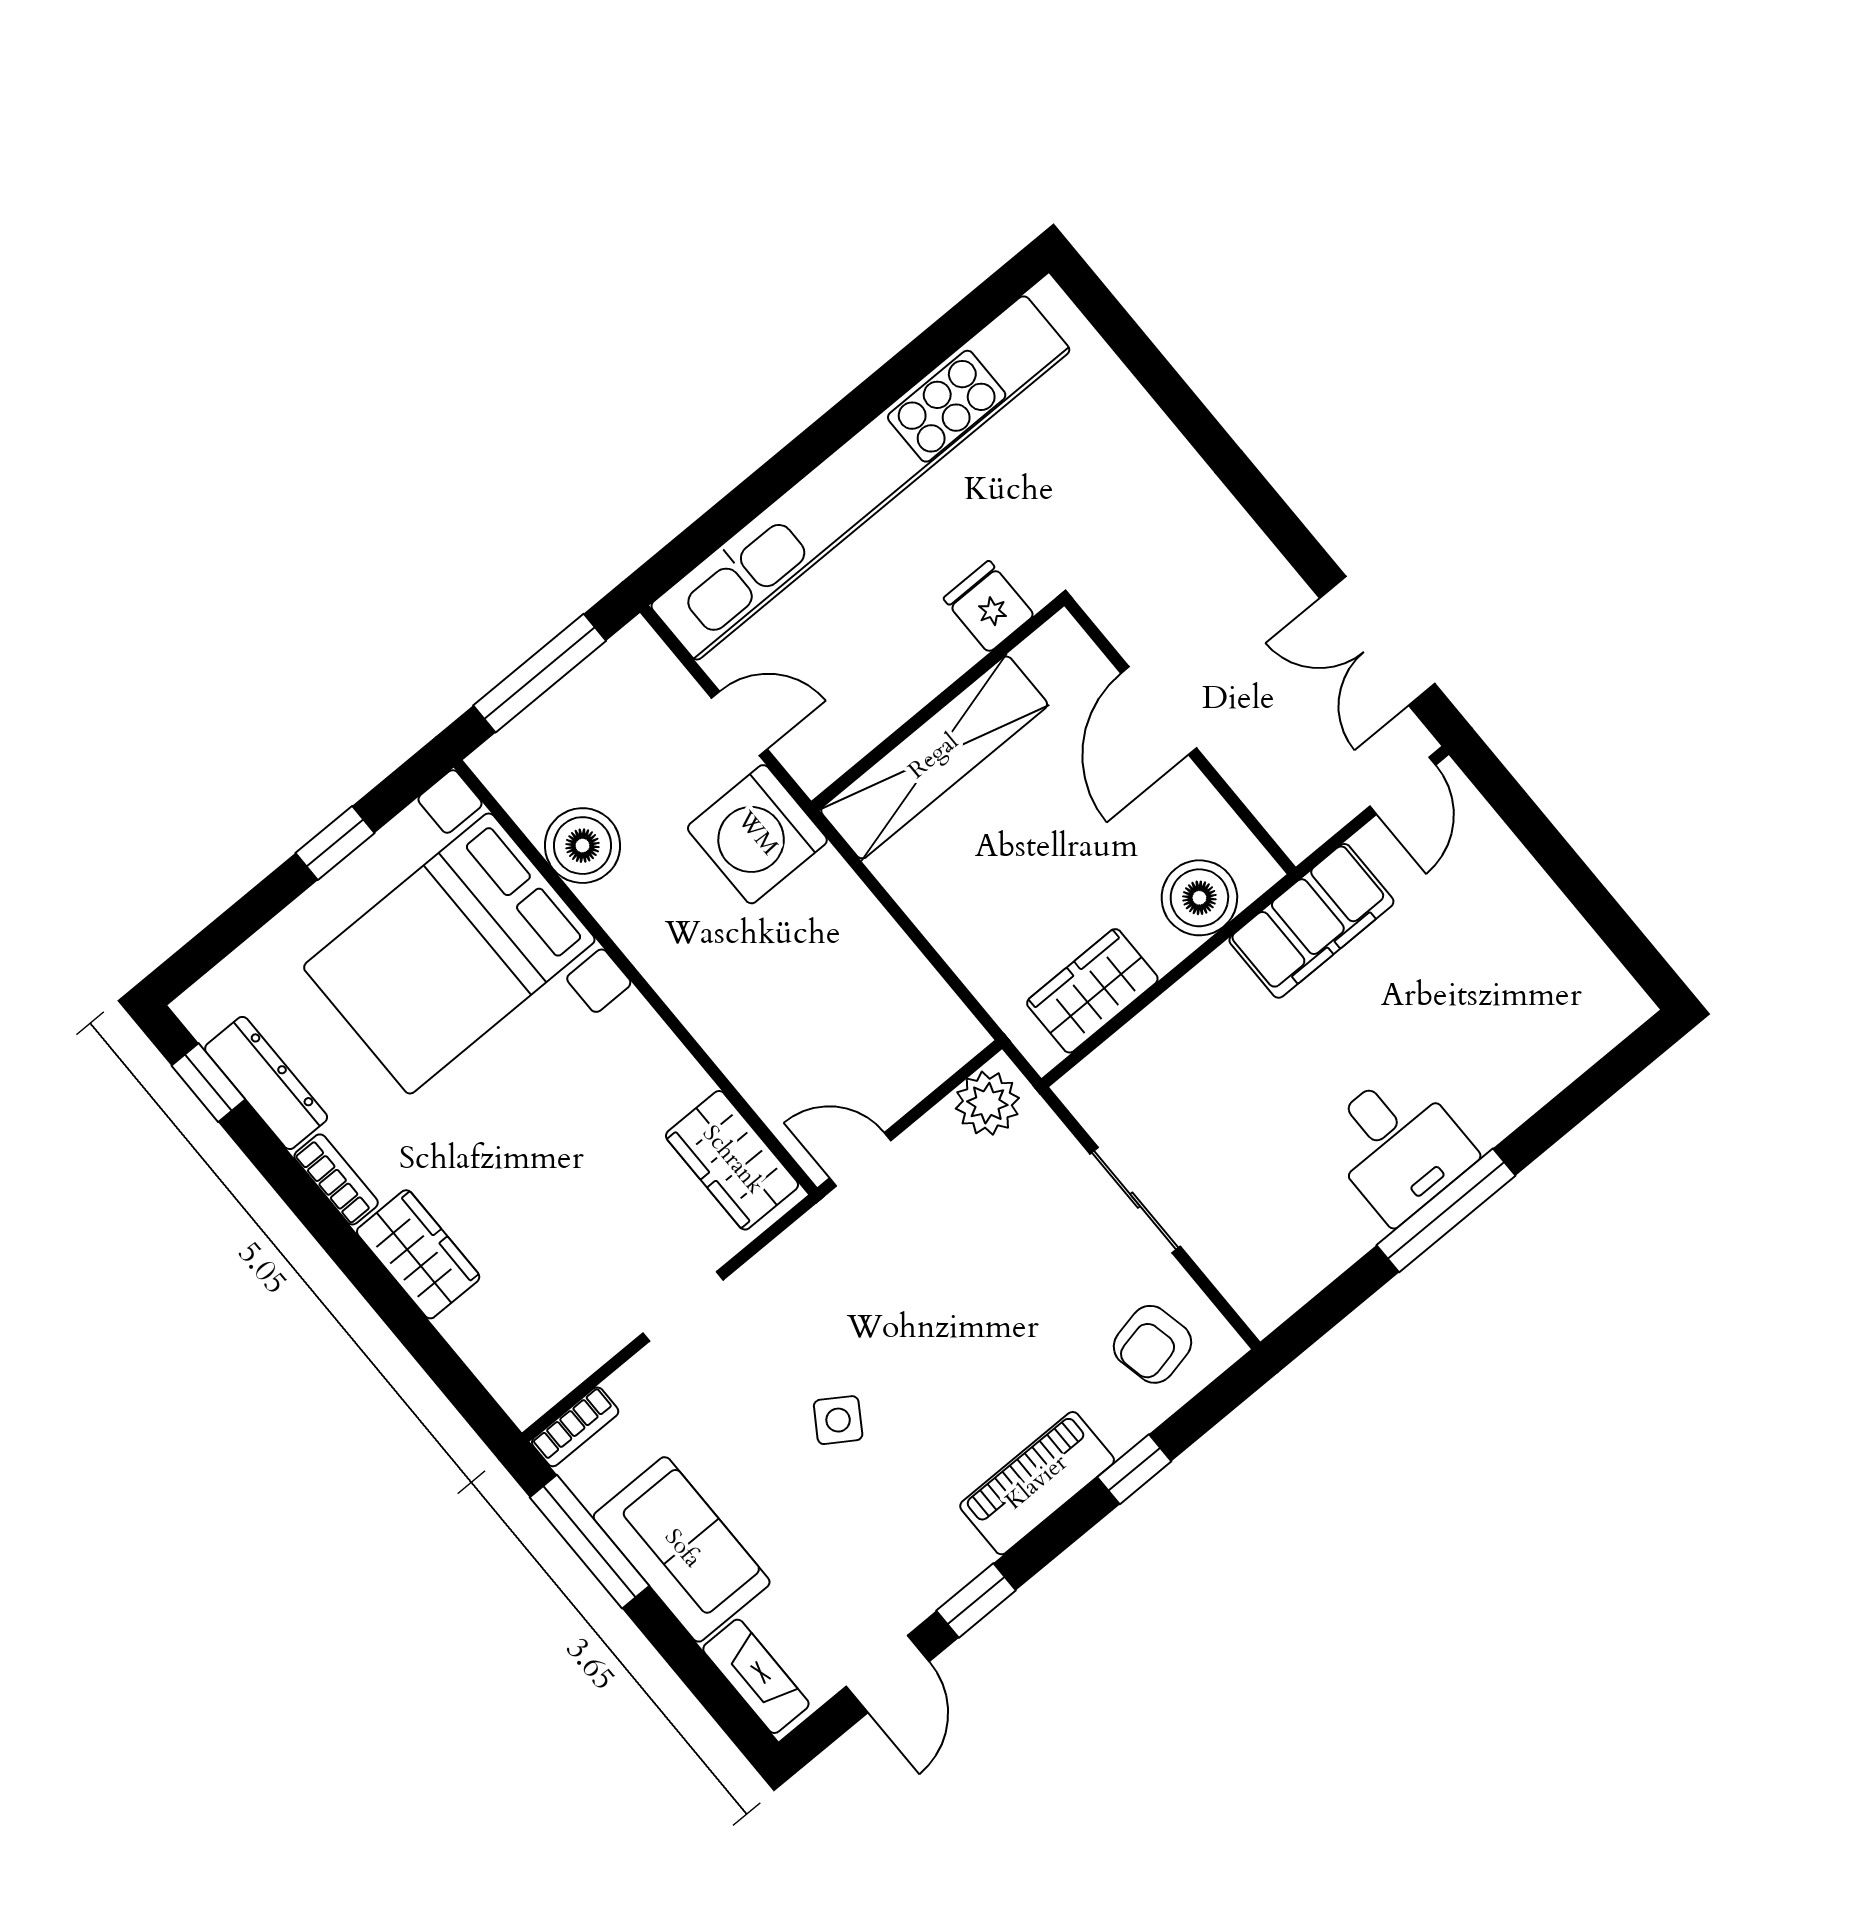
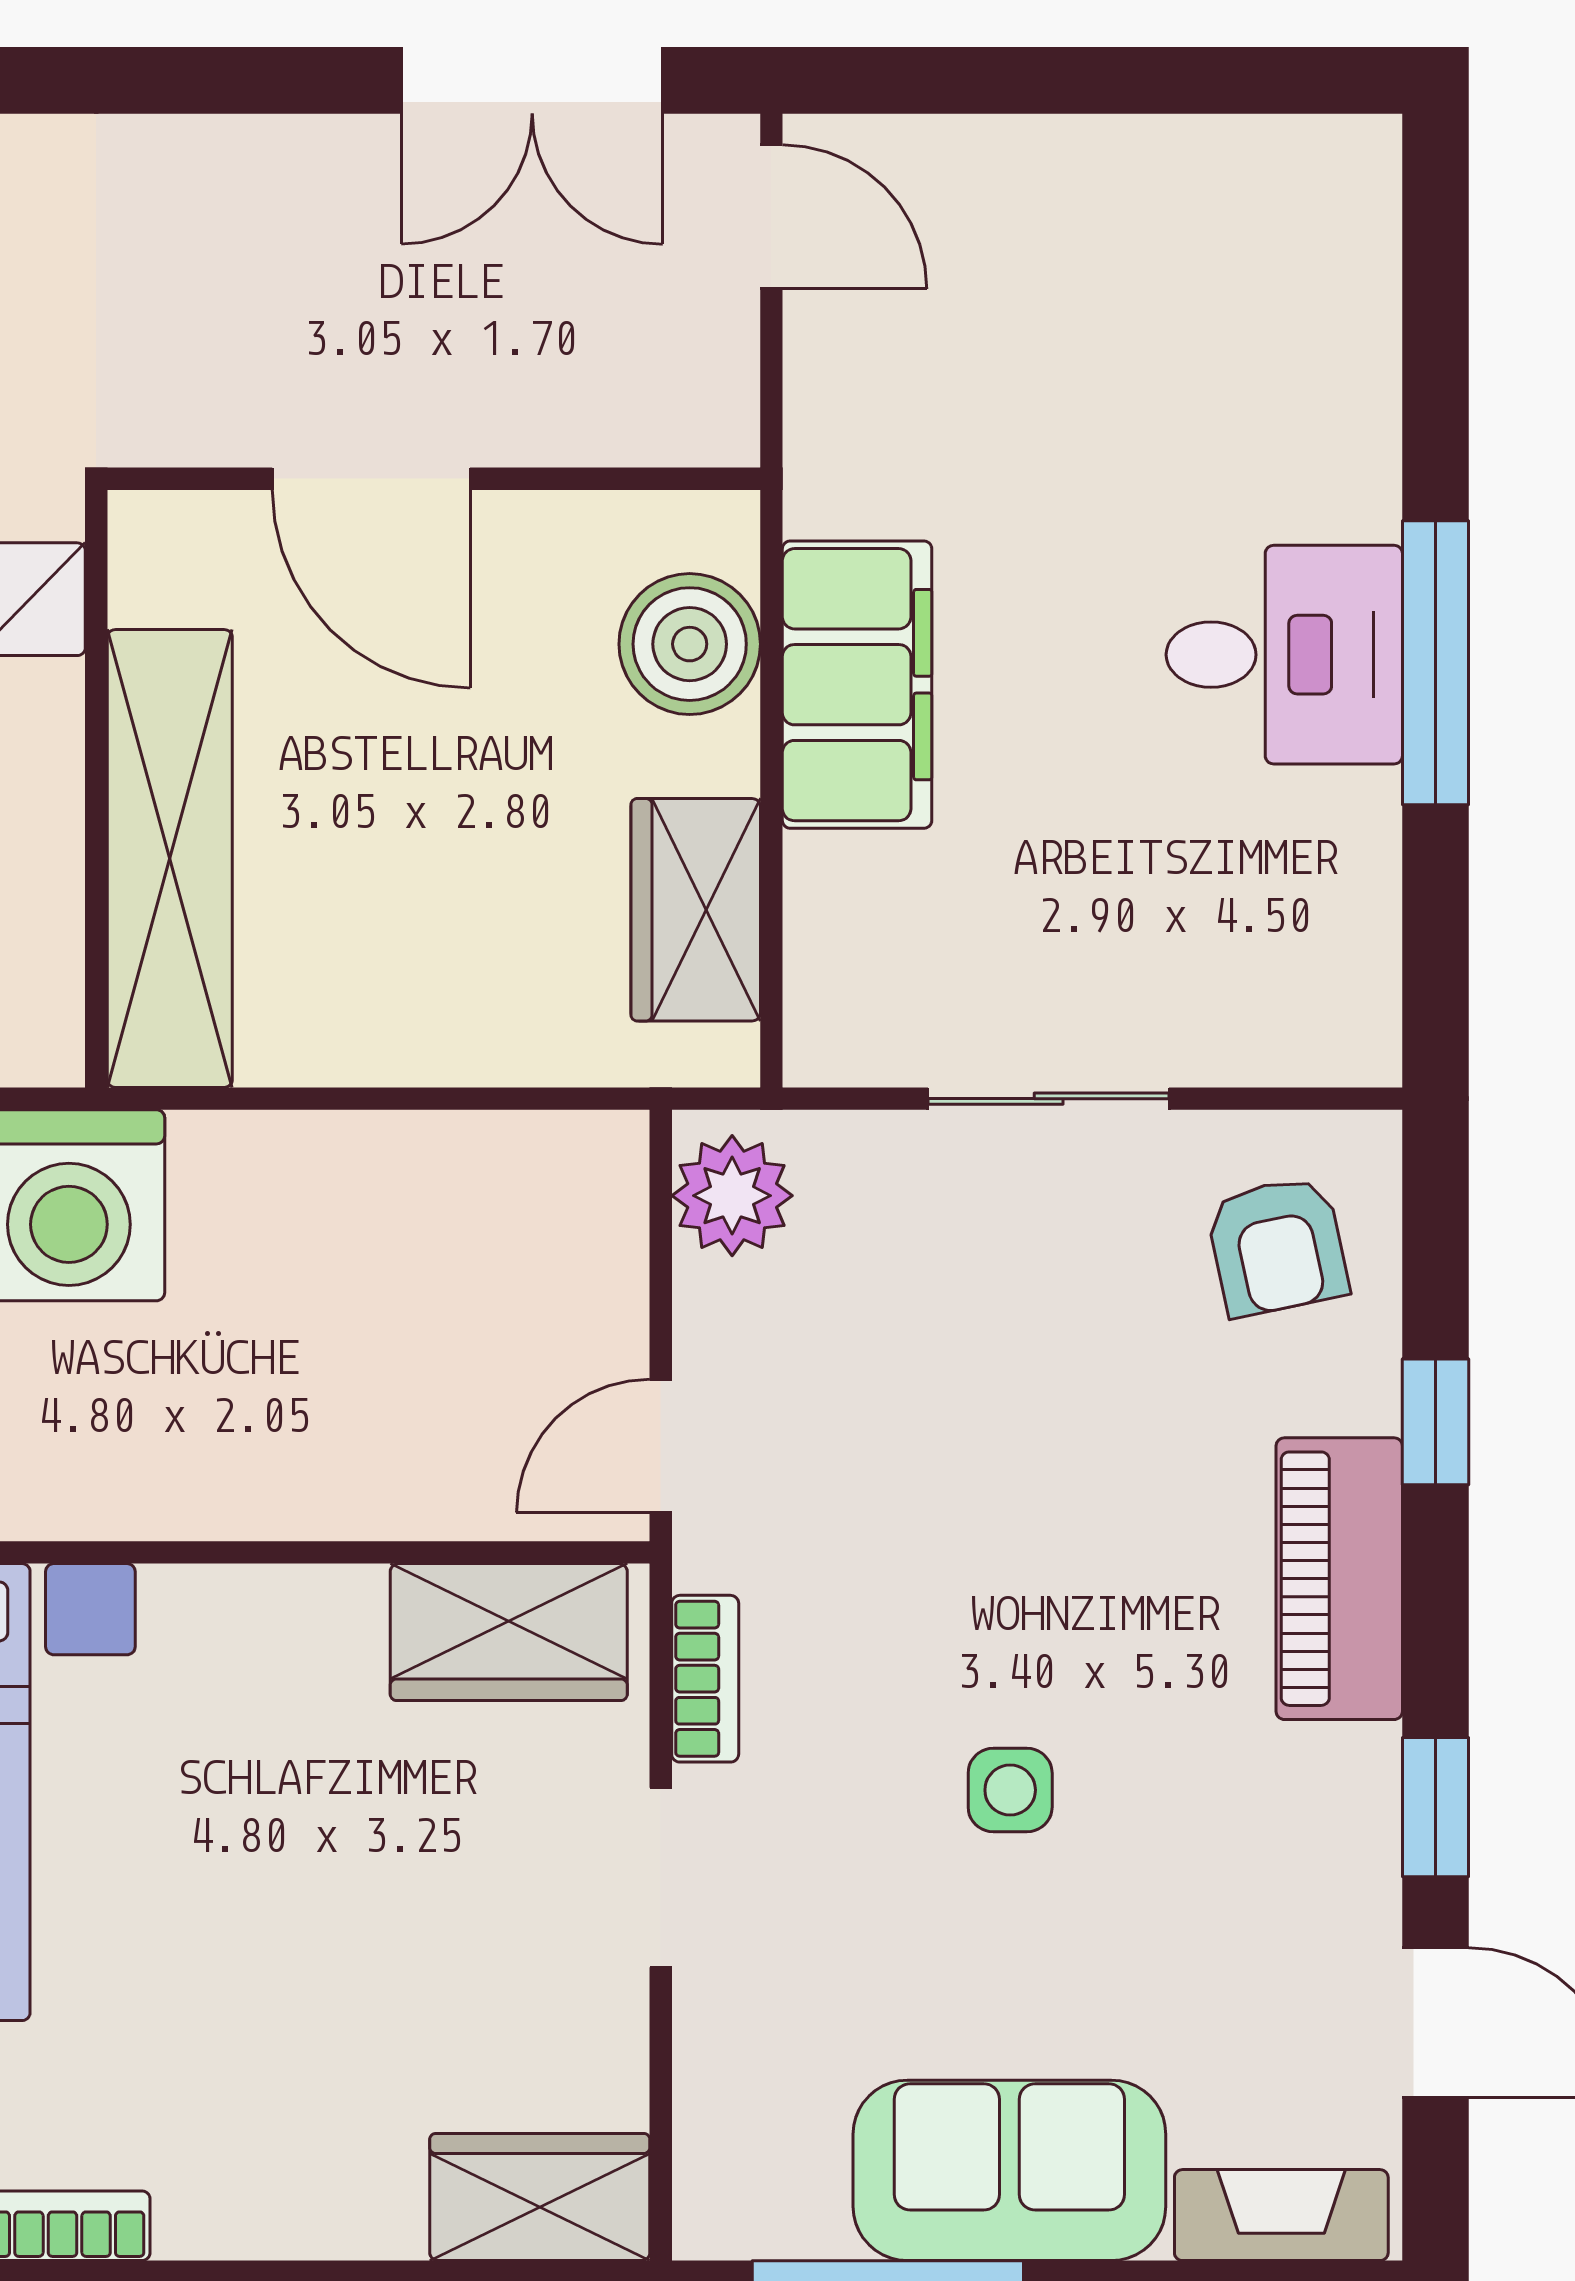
filing cabinet: (1311, 921) -> (857, 685), moved
wardrobe: (418, 1254) -> (540, 2197), moved
side table: (838, 1420) -> (1010, 1790), turned -33
bookcase: (575, 1427) -> (705, 1679), moved

